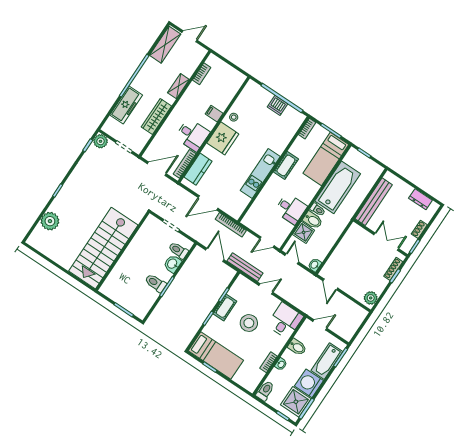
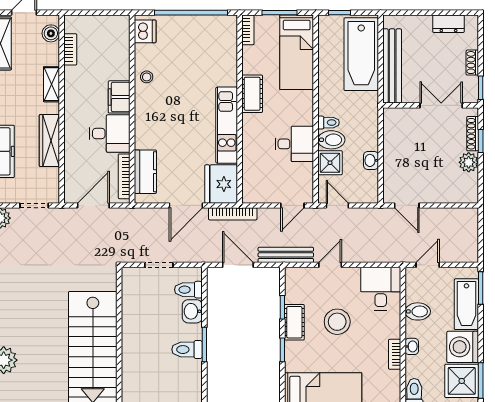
boiler: (197, 58) -> (51, 33), added
dishwasher: (278, 105) -> (145, 31), moved, turned -90
filing cabinet: (214, 114) -> (119, 97), width x2.00
fridge: (223, 138) -> (221, 184), moved, turned 180
bathtub: (338, 187) -> (361, 54), moved, turned 180
washbasin: (315, 265) -> (371, 160), moved
plant: (371, 298) -> (469, 162), moved

